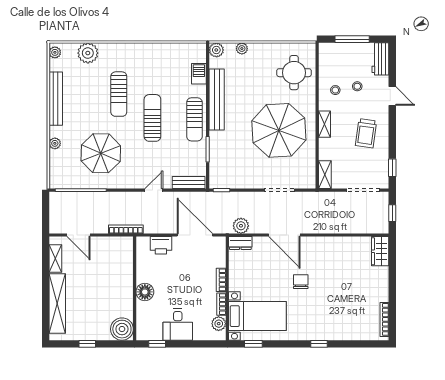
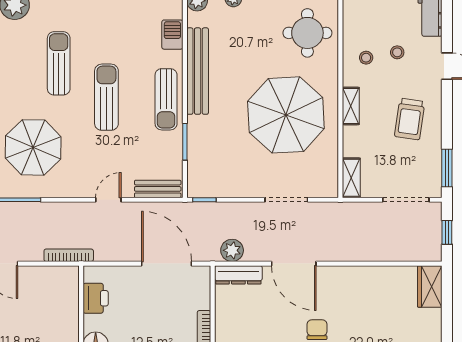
sun lounger: (119, 94) -> (59, 63), turned 180
window: (392, 168) -> (447, 168), width x1.50
dresser: (240, 243) -> (238, 275), width x1.44
printer: (161, 245) -> (96, 298), moved, turned -90

